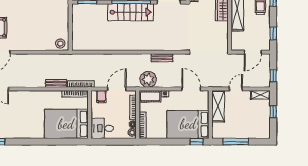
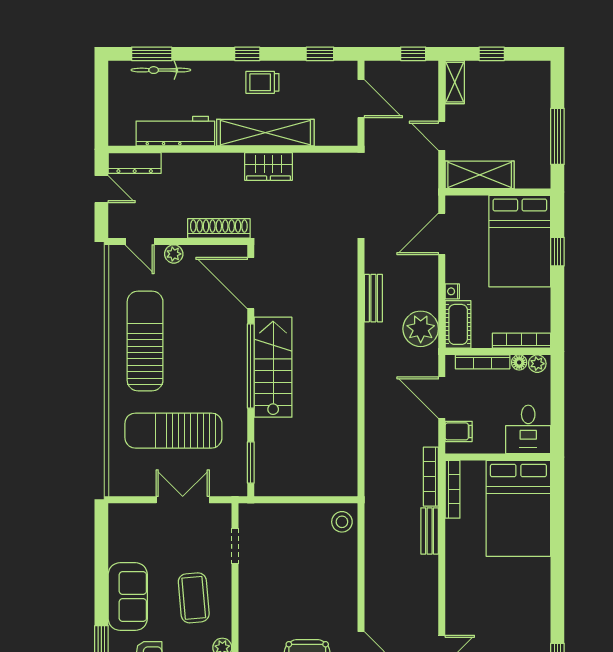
window: (196, 142) -> (557, 252), moved

